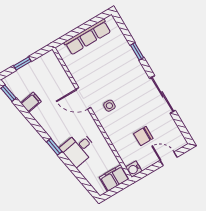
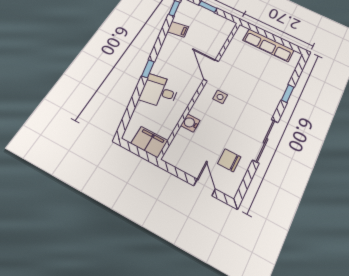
chair: (143, 136) -> (229, 160), moved
water cooler: (134, 169) -> (190, 123), moved

